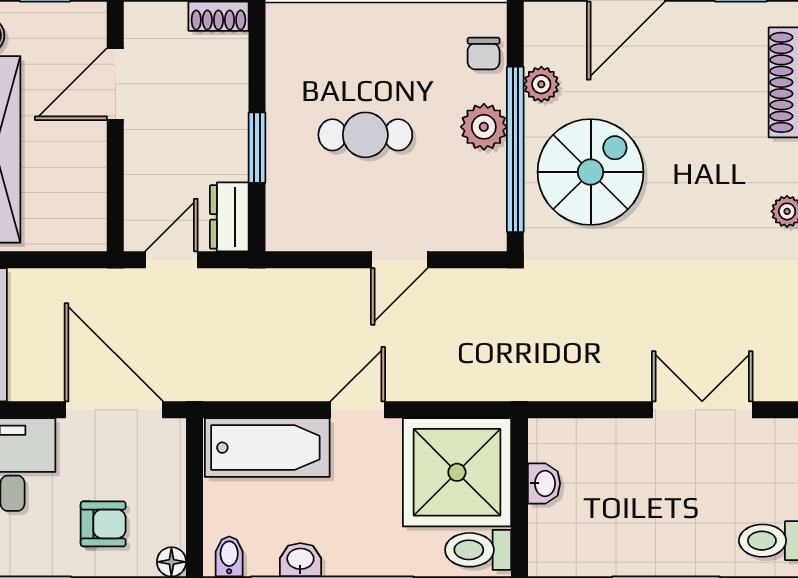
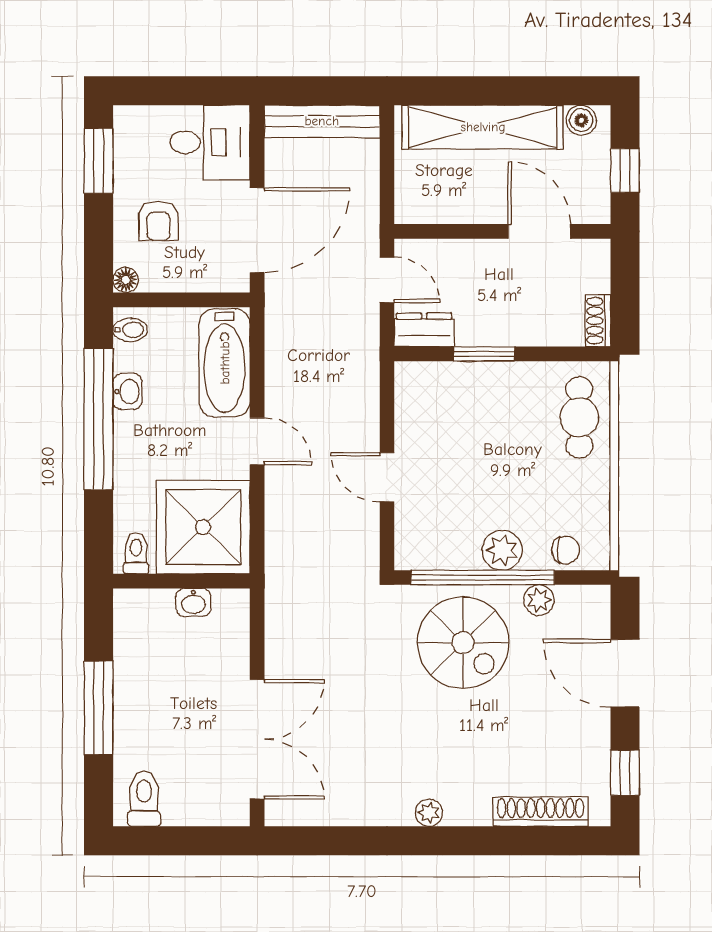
chair: (484, 54) -> (566, 550), turned 180
cafe table: (365, 135) -> (579, 417), moved
double door: (702, 410) -> (257, 739), width x1.37
toilet: (478, 550) -> (136, 553), width x0.73, depth x0.72

